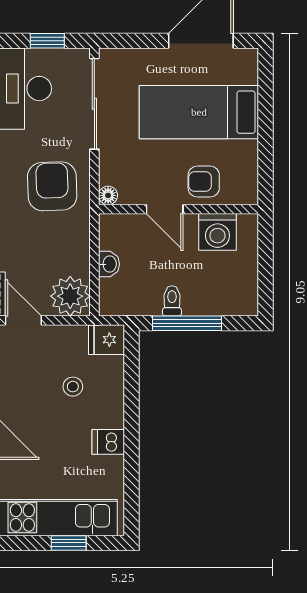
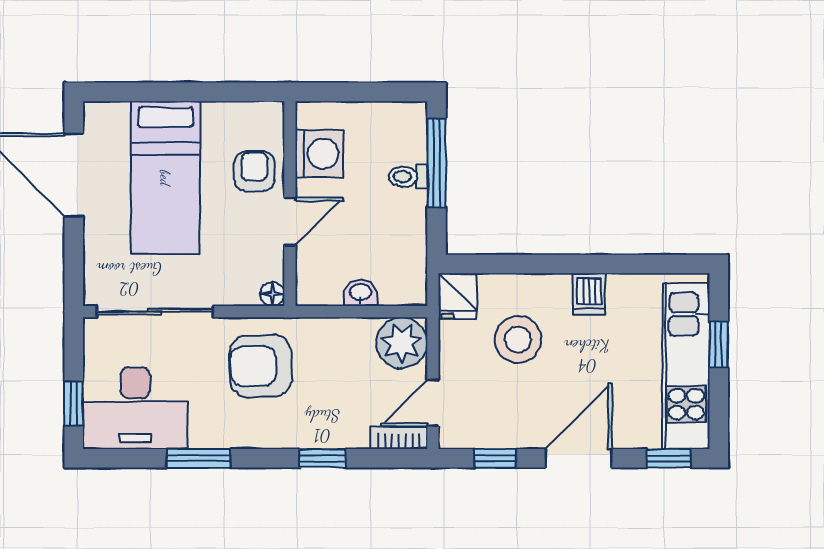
window: (47, 41) -> (74, 404), moved
armchair: (204, 182) -> (255, 171), turned 180
toilet: (172, 301) -> (408, 177), moved
window: (187, 323) -> (437, 163), moved
stool: (73, 387) -> (518, 339), width x1.89, depth x1.89

